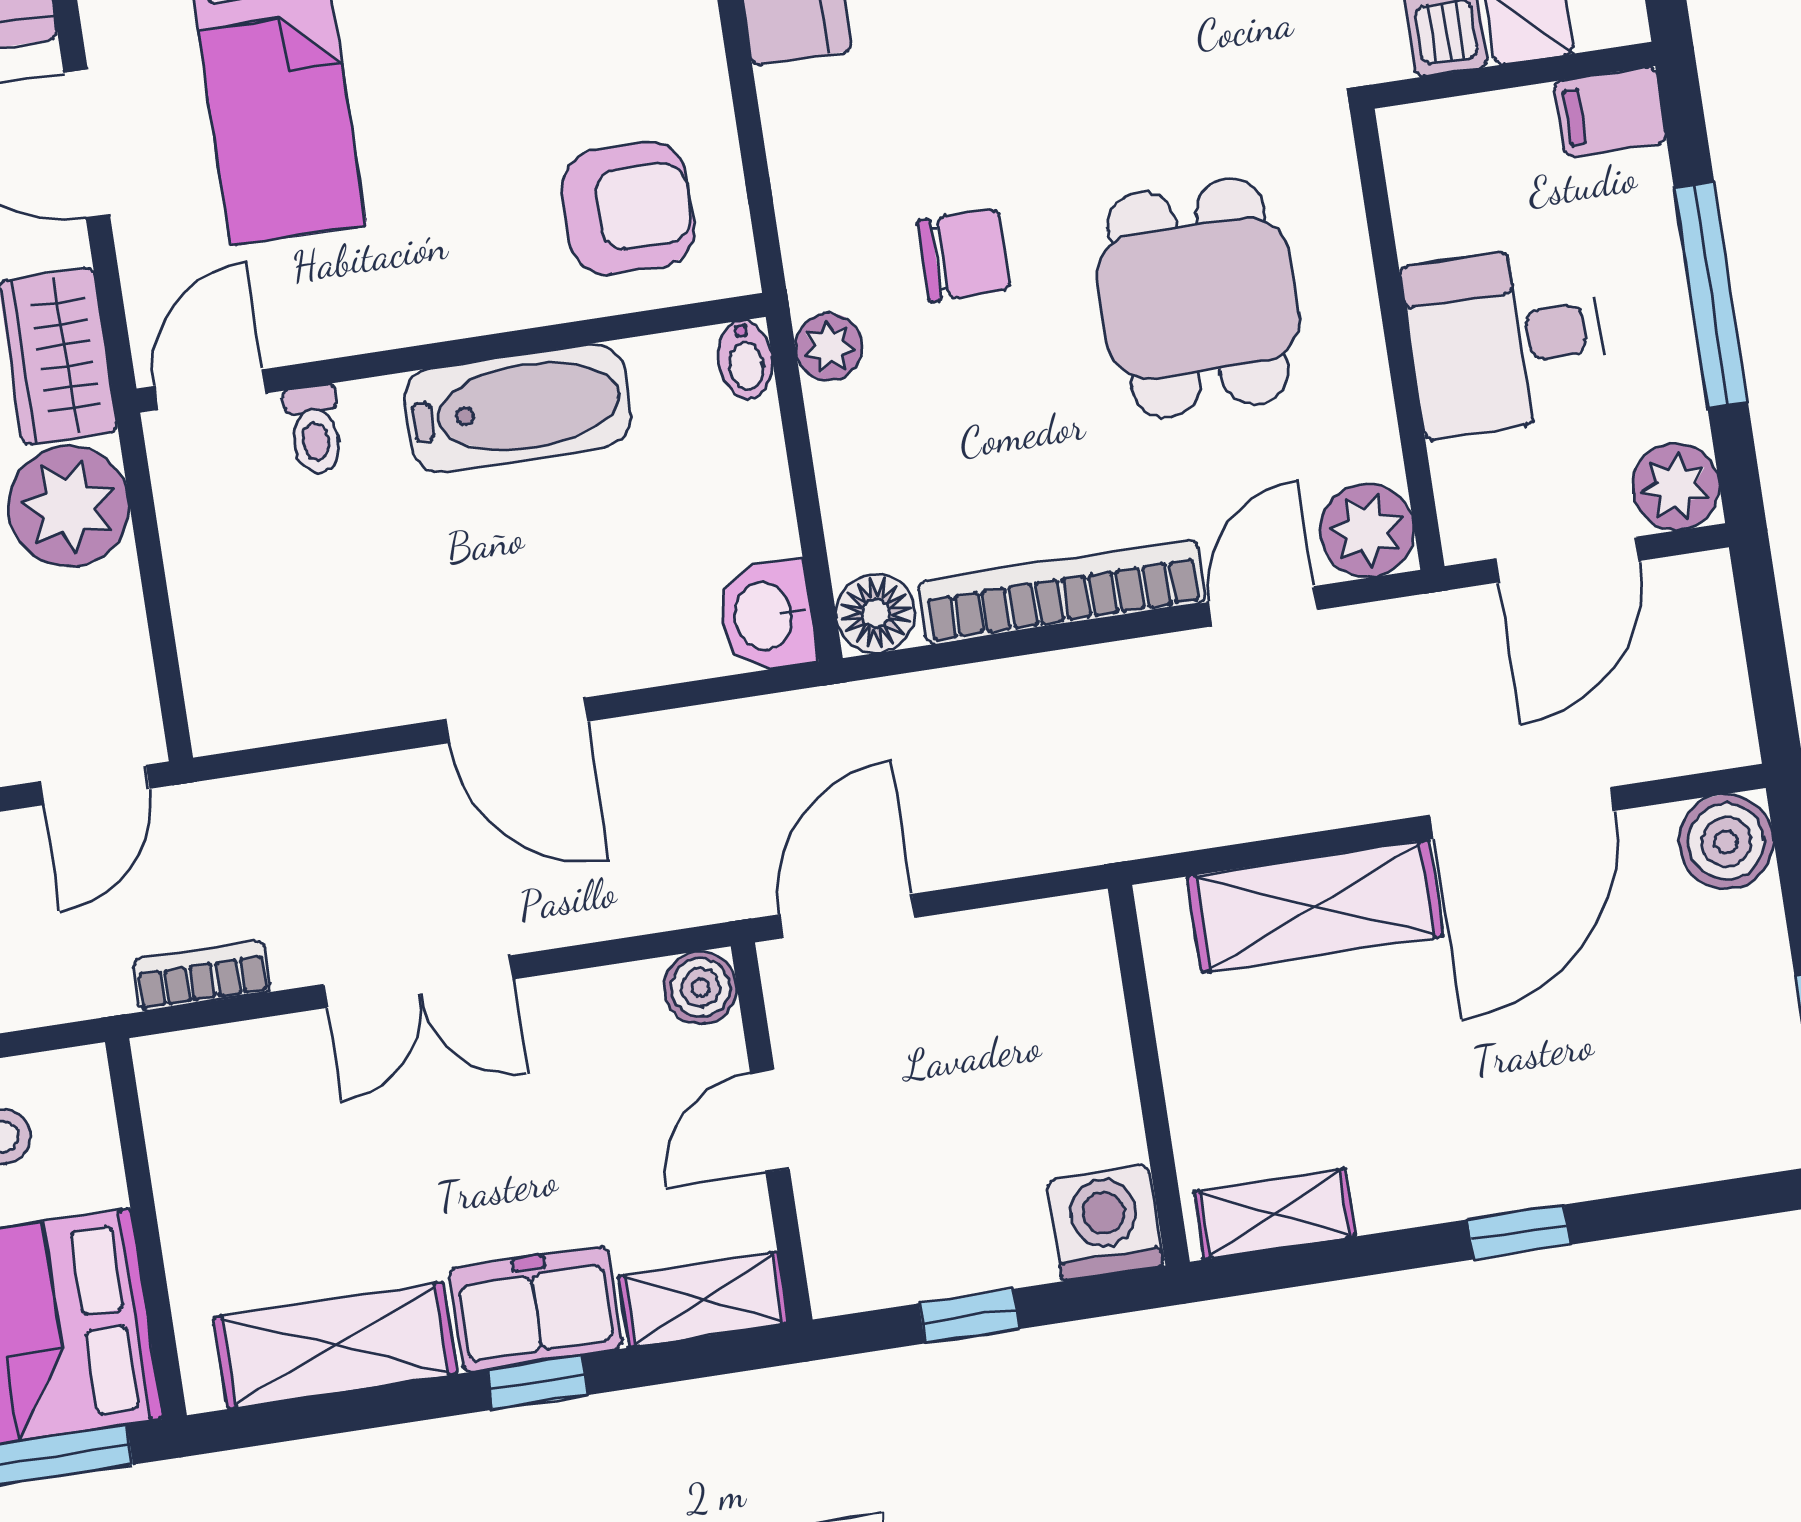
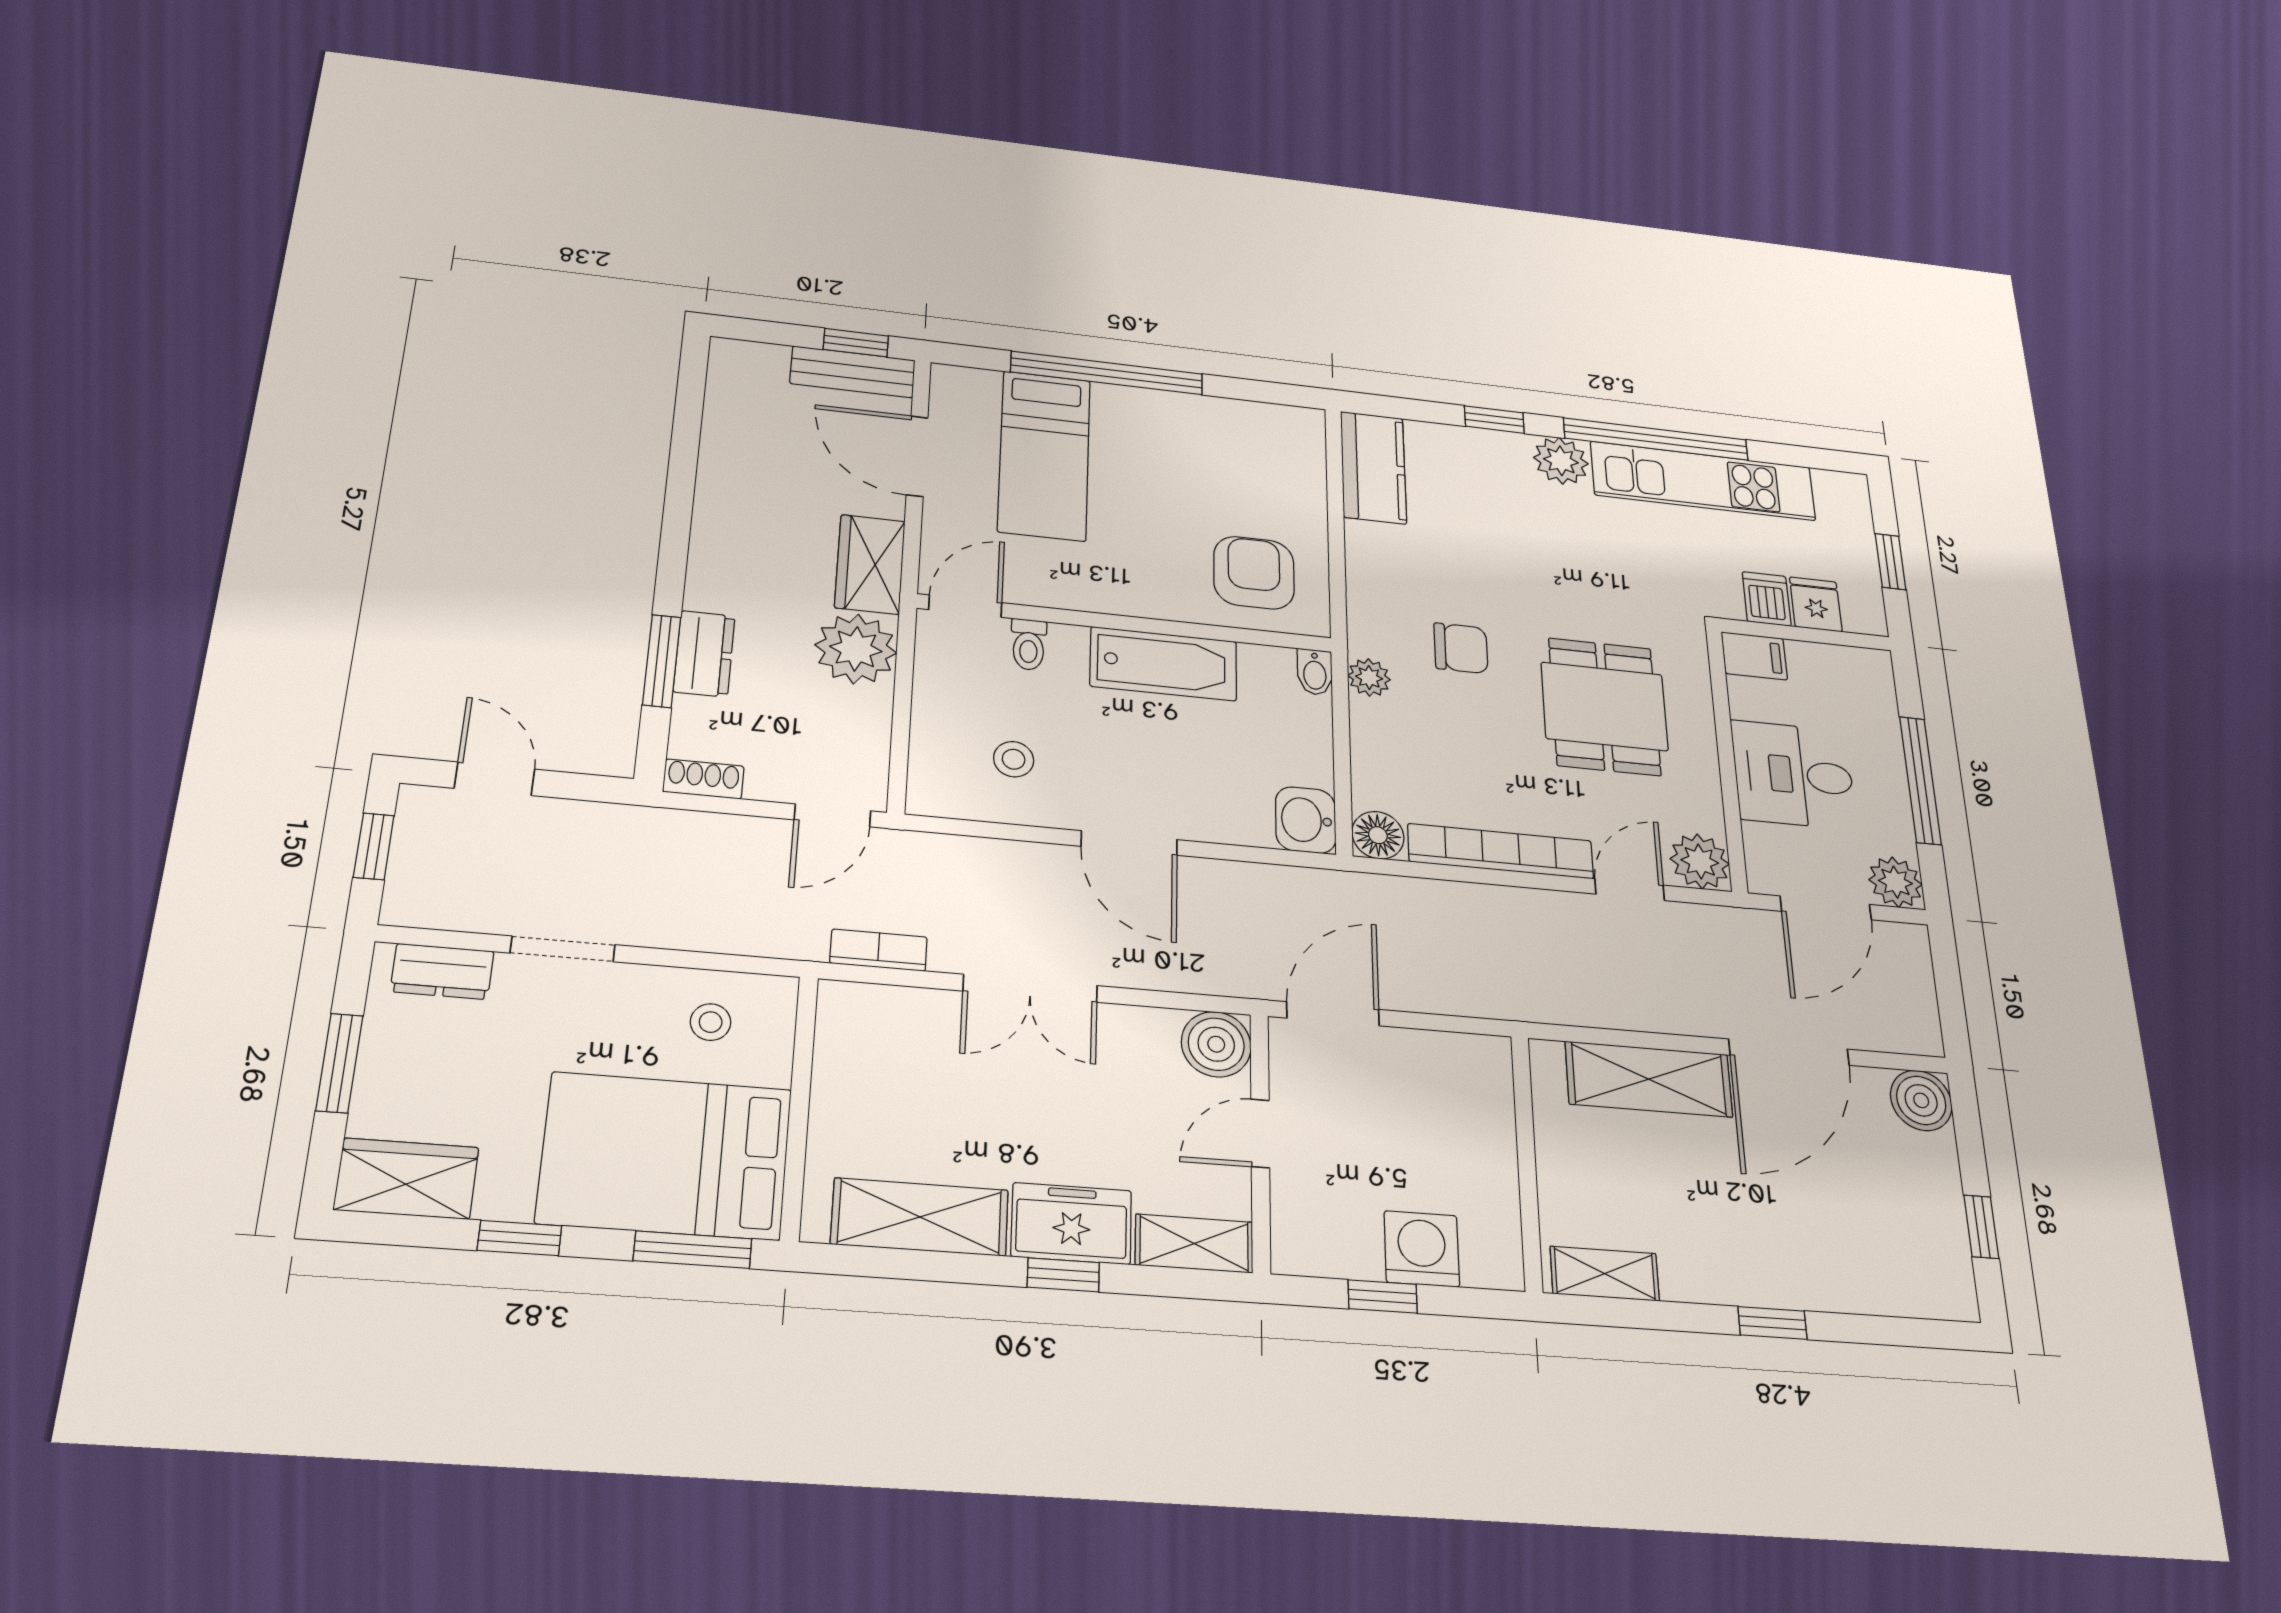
filing cabinet: (1610, 112) -> (1754, 656), moved, turned 180
armchair: (628, 208) -> (1254, 573), turned -90
stool: (329, 628) -> (1014, 759), added
boiler: (700, 988) -> (1216, 1044), width x1.36, depth x1.36
washing machine: (1105, 1223) -> (1422, 1249), moved

